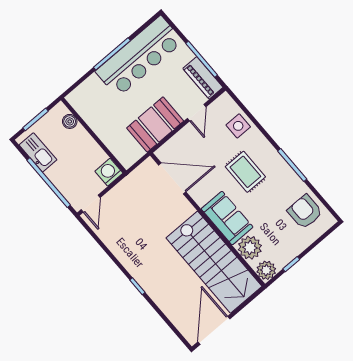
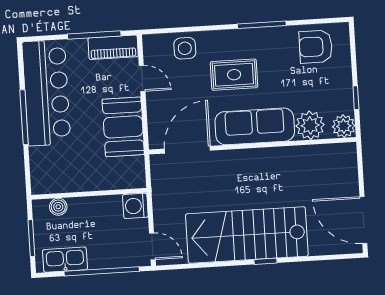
sofa: (227, 218) -> (255, 126), width x1.36
stairs: (214, 262) -> (247, 235), moved, turned 180

